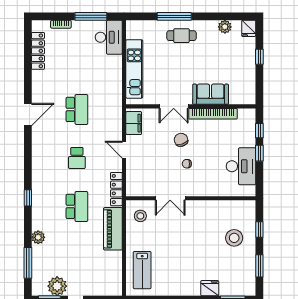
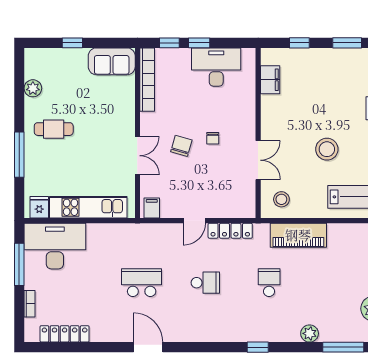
fridge: (249, 28) -> (39, 207), moved, turned -90
cafe table: (181, 36) -> (54, 129), moved, turned 90
desk: (109, 37) -> (55, 246), width x1.36, depth x1.30
sofa: (211, 94) -> (112, 61), moved, turned -90
bookcase: (213, 114) -> (147, 80), moved
filing cabinet: (134, 123) -> (152, 208), width x0.50
chair: (181, 140) -> (181, 146), turned 126
locker: (116, 189) -> (230, 231), moved
school desk: (77, 206) -> (269, 283), width x0.54
filing cabinet: (231, 207) -> (270, 80), added
stool: (234, 238) -> (327, 149), moved

